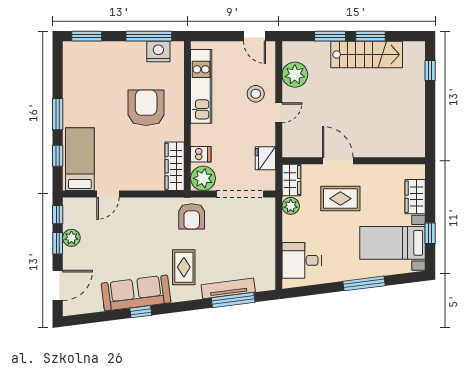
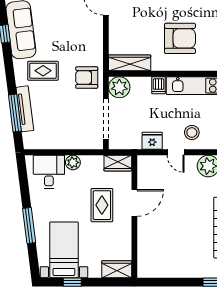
dishwasher: (201, 154) -> (158, 85), moved
fridge: (265, 158) -> (152, 141), moved
wardrobe: (415, 197) -> (117, 269), moved
plant: (291, 206) -> (73, 162), moved

